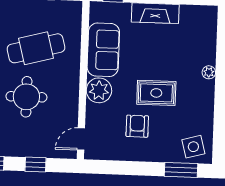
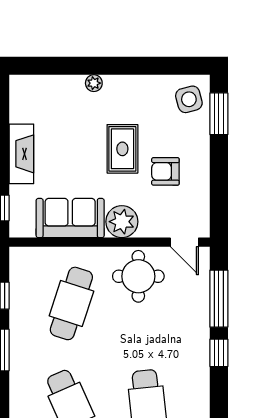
cafe table: (36, 48) -> (71, 303), turned 33
round table: (26, 97) -> (138, 276), moved
window: (36, 165) -> (219, 299), width x2.17

